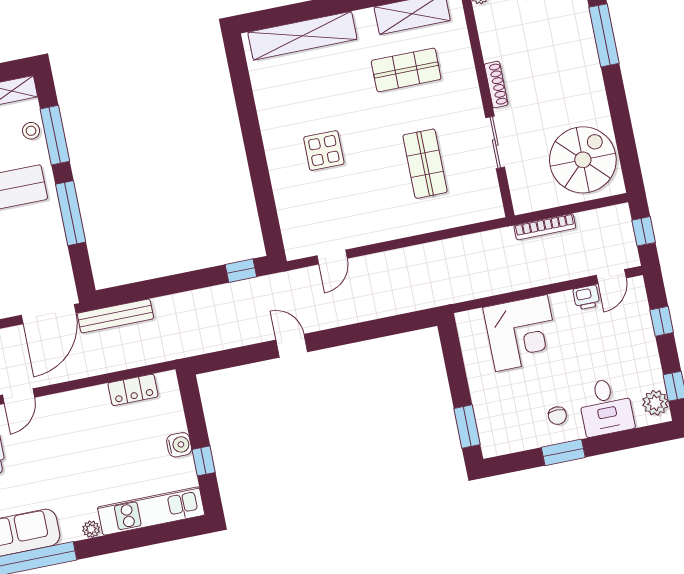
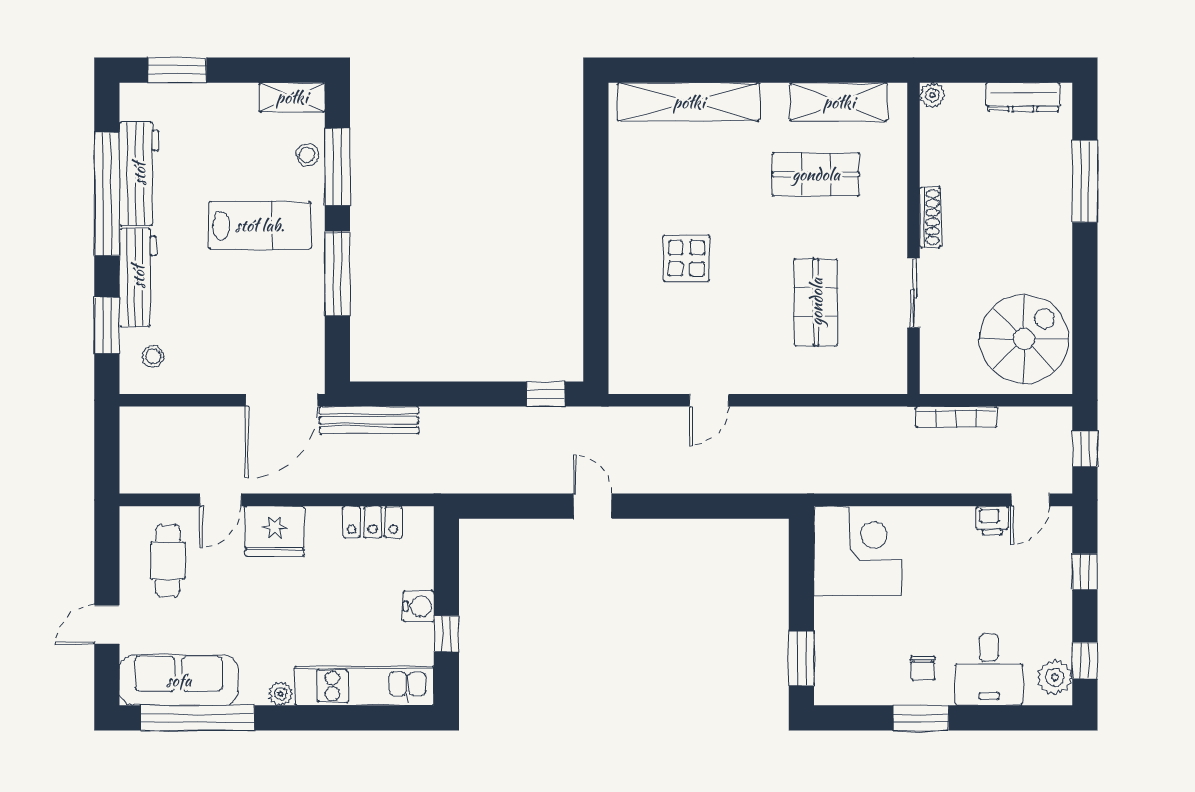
door: (332, 257) -> (709, 400), moved
corner desk: (521, 333) -> (858, 551), moved, turned -90
fridge: (63, 411) -> (275, 531), added

